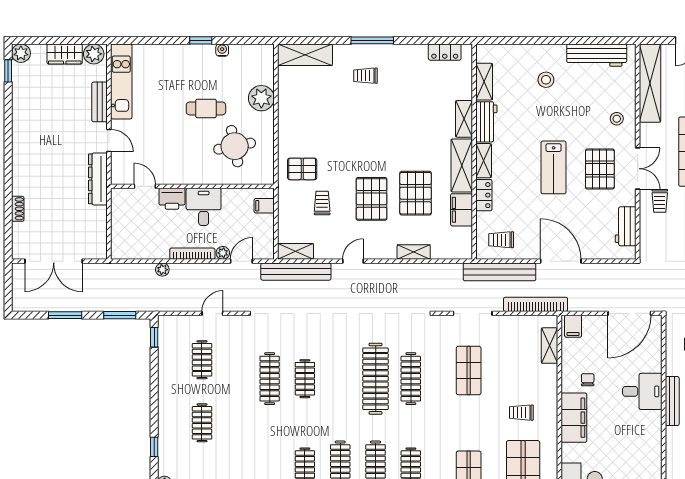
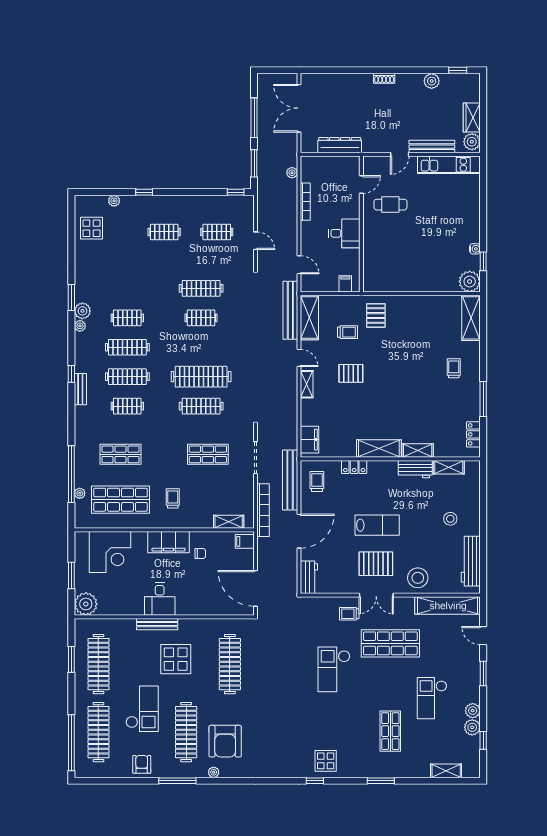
window: (201, 40) -> (483, 261), moved
window: (372, 40) -> (483, 399), moved
plant: (21, 53) -> (432, 81), moved
plant: (261, 98) -> (470, 281), moved
bench: (100, 102) -> (432, 147), width x1.36
cafe table: (206, 108) -> (390, 205), moved, turned 90
stool: (617, 119) -> (418, 578), width x1.89, depth x1.89
round table: (235, 146) -> (395, 259), removed
shelving: (484, 161) -> (383, 467), removed
lab bench: (554, 167) -> (377, 525), turned 180
dresser: (98, 179) -> (340, 145), moved
pallet: (416, 193) -> (356, 410), removed
printer: (172, 199) -> (351, 207), removed
pallet: (372, 199) -> (351, 373), width x0.67, depth x0.71
shoe rack: (18, 209) -> (384, 78), moved
filing cabinet: (462, 210) -> (309, 440), moved, turned 90
workbench: (626, 226) -> (309, 577), moved, turned 90
shelving: (296, 251) -> (309, 317), width x1.50, depth x1.33
shelving: (414, 252) -> (307, 384), moved
plant: (223, 253) -> (306, 249), removed
bookcase: (192, 254) -> (305, 202), moved
plant: (162, 270) -> (292, 173), moved
window: (65, 315) -> (254, 118), width x1.44
desk: (642, 391) -> (160, 599), moved
bench: (672, 401) -> (157, 624), moved

